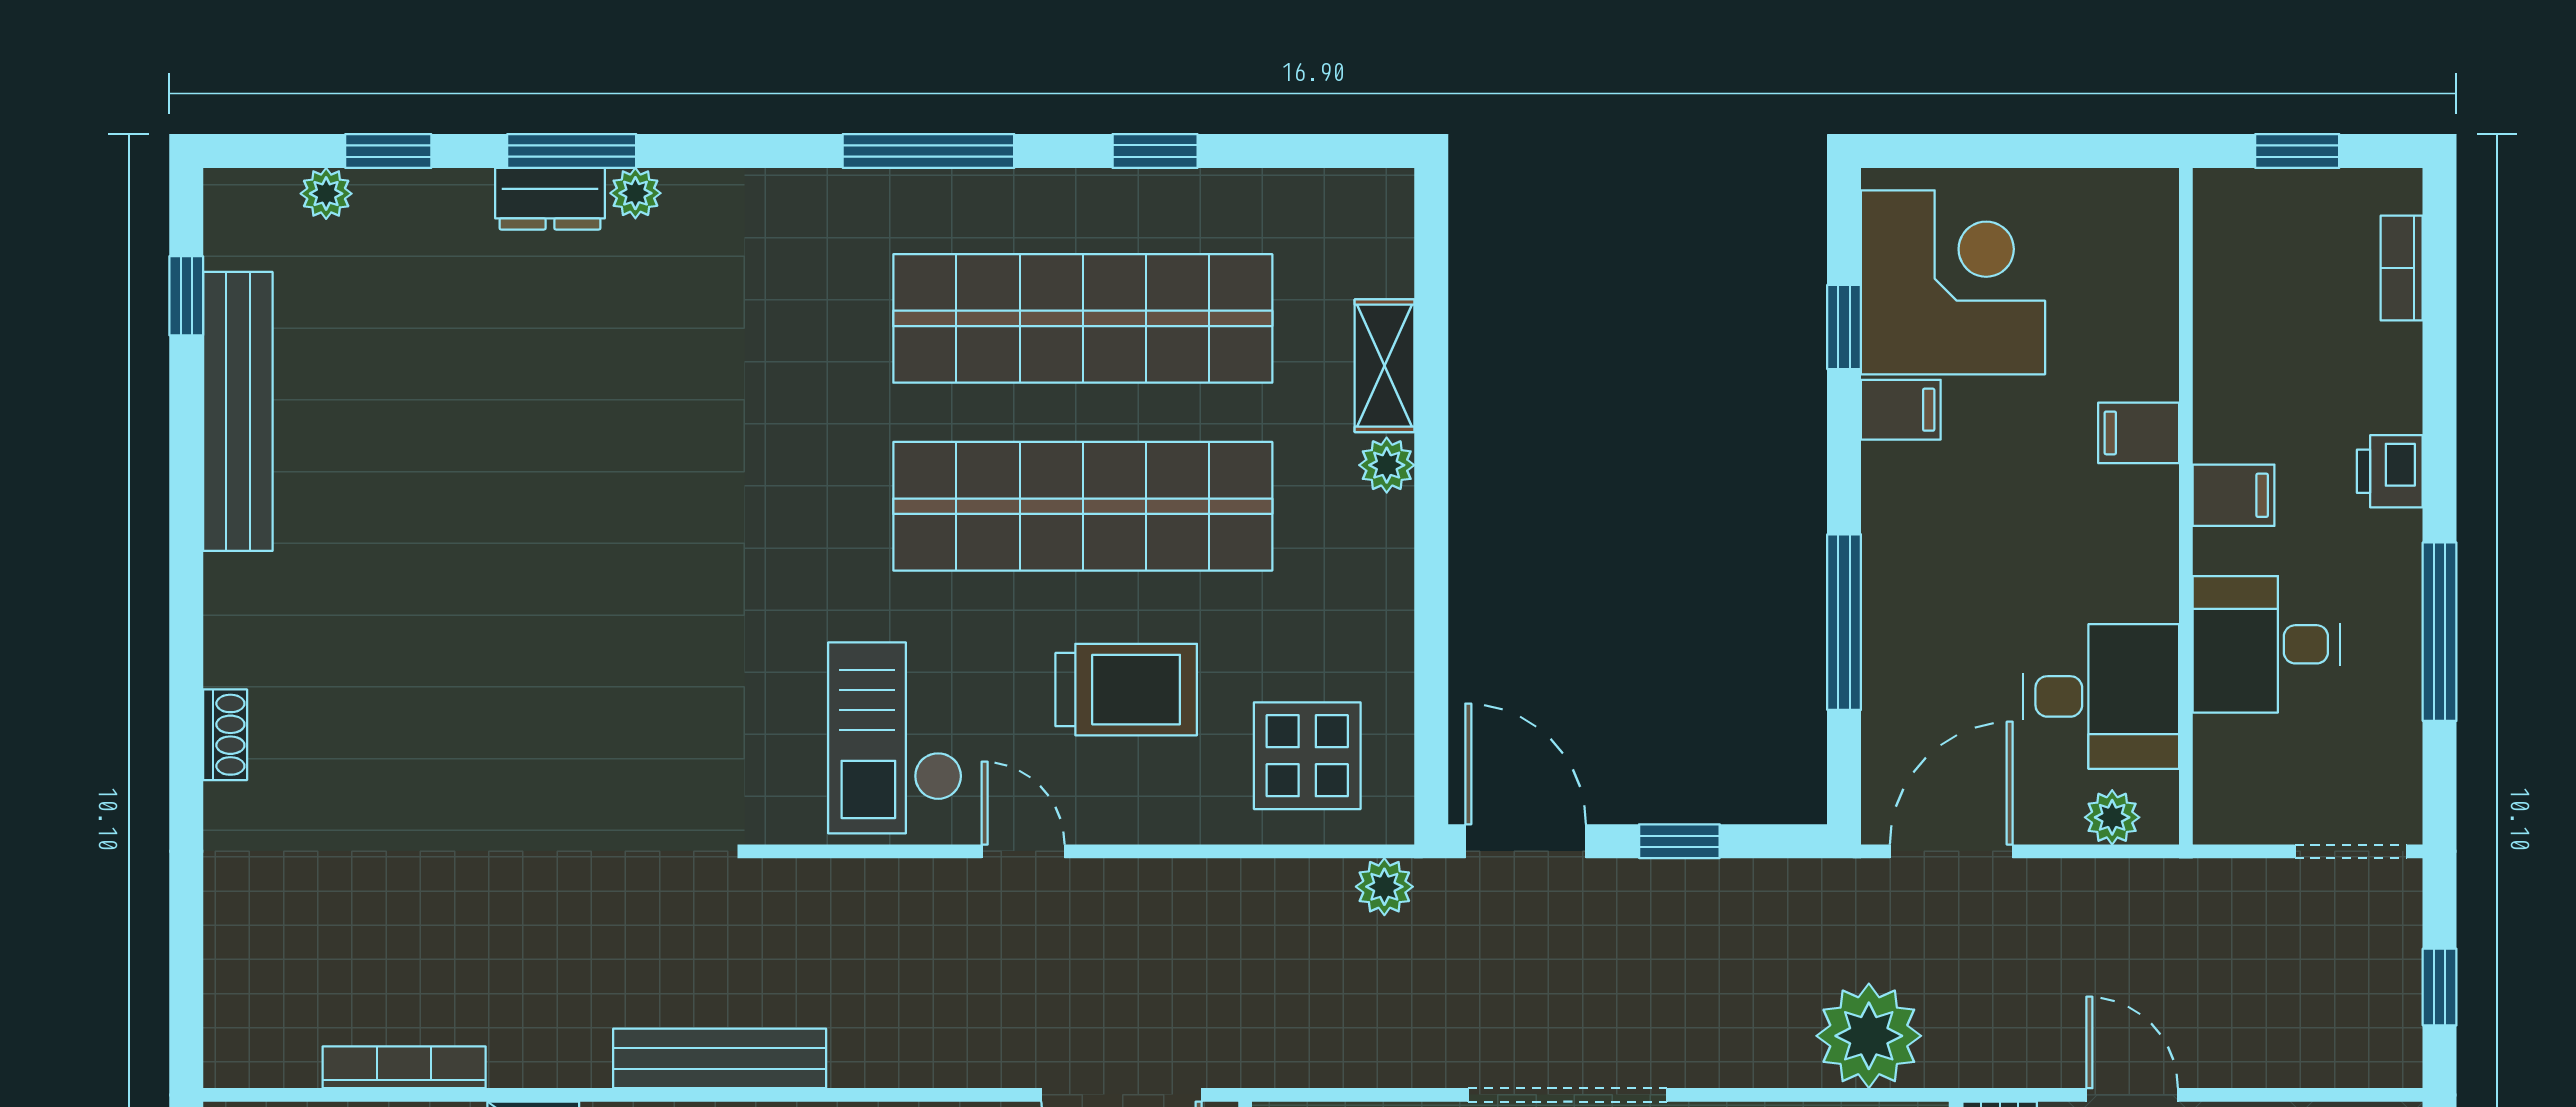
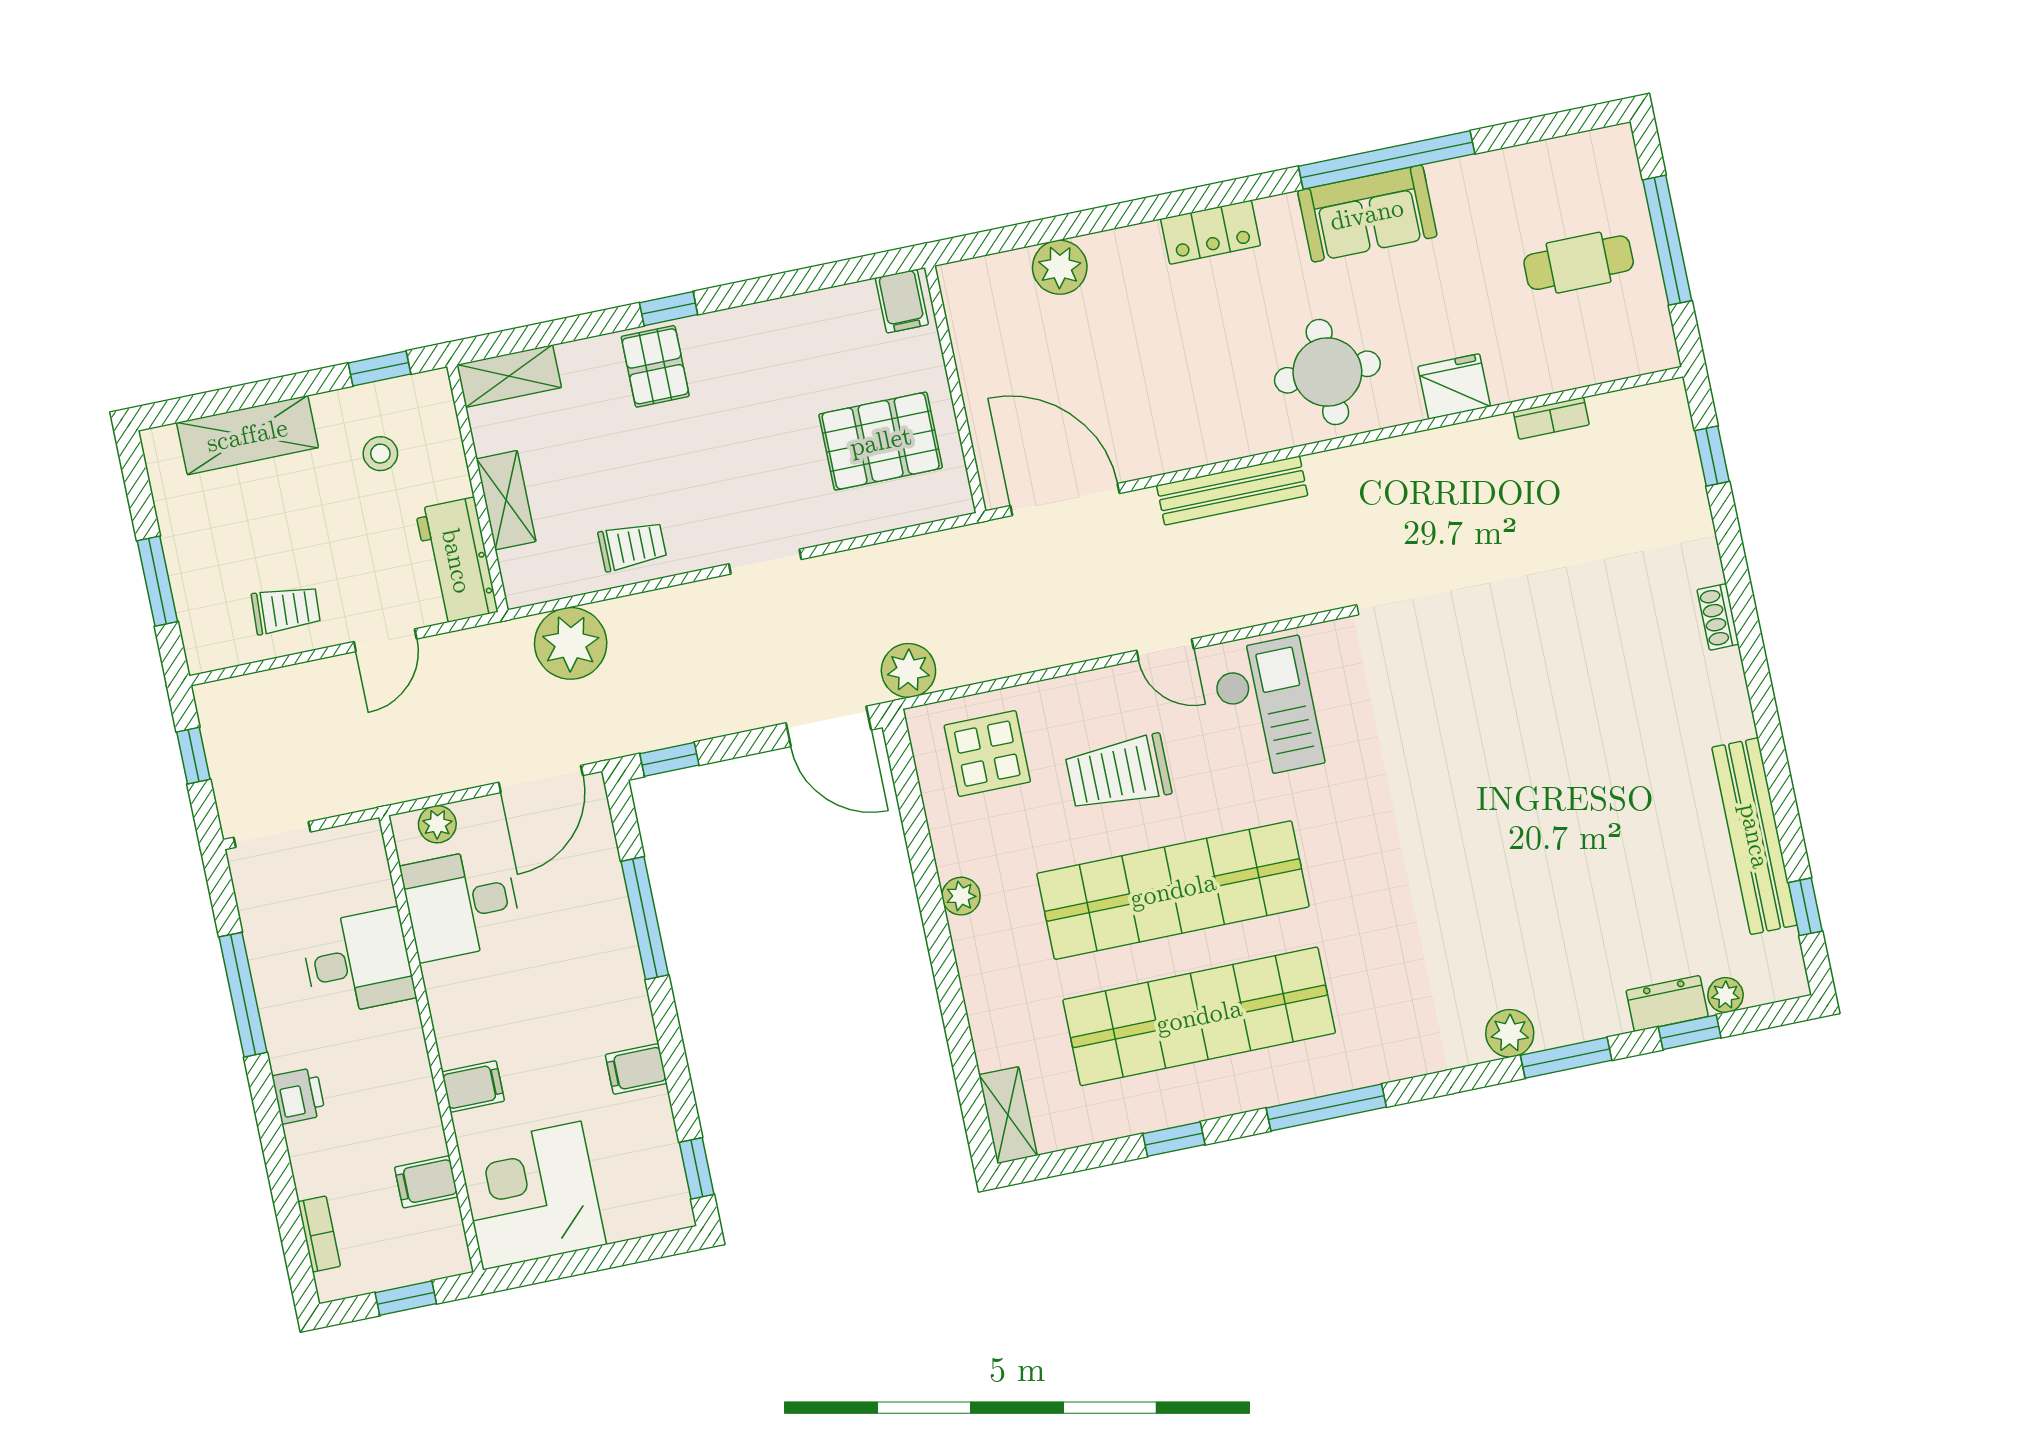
plant: (635, 193) -> (1510, 1033), width x1.38, depth x1.38
dresser: (550, 199) -> (1667, 1003), moved
corner desk: (1953, 282) -> (532, 1196), moved, turned 90
window: (1844, 327) -> (697, 1168), moved
shelving: (1385, 366) -> (1008, 1115), moved
plant: (1387, 465) -> (961, 896), moved
filing cabinet: (2233, 495) -> (426, 1182), moved
window: (1679, 841) -> (669, 759), moved
plant: (1384, 887) -> (908, 670), width x1.38, depth x1.38
window: (186, 966) -> (1712, 456), added
bench: (720, 1058) -> (1232, 491), moved
bookcase: (404, 1067) -> (1551, 418), width x0.64
doorway: (1567, 1095) -> (765, 562), width x0.53
door: (2132, 1095) -> (385, 640), hinge flipped

